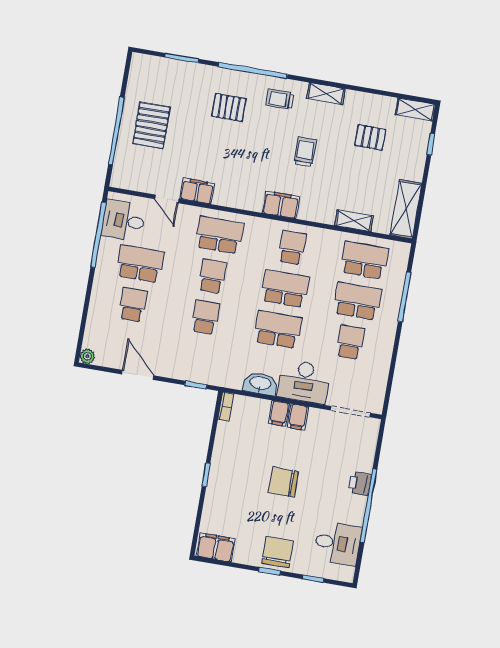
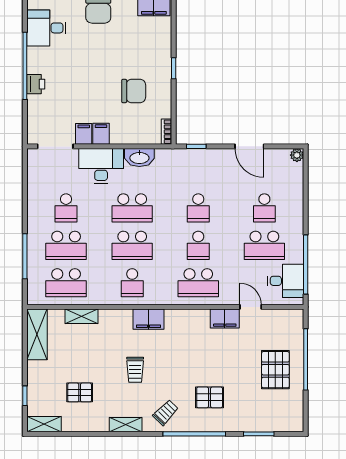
trolley: (280, 99) -> (166, 412), turned -46
filing cabinet: (279, 413) -> (84, 134), moved
chair: (283, 482) -> (134, 91), moved

